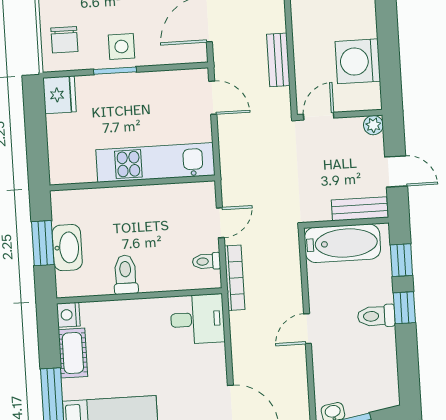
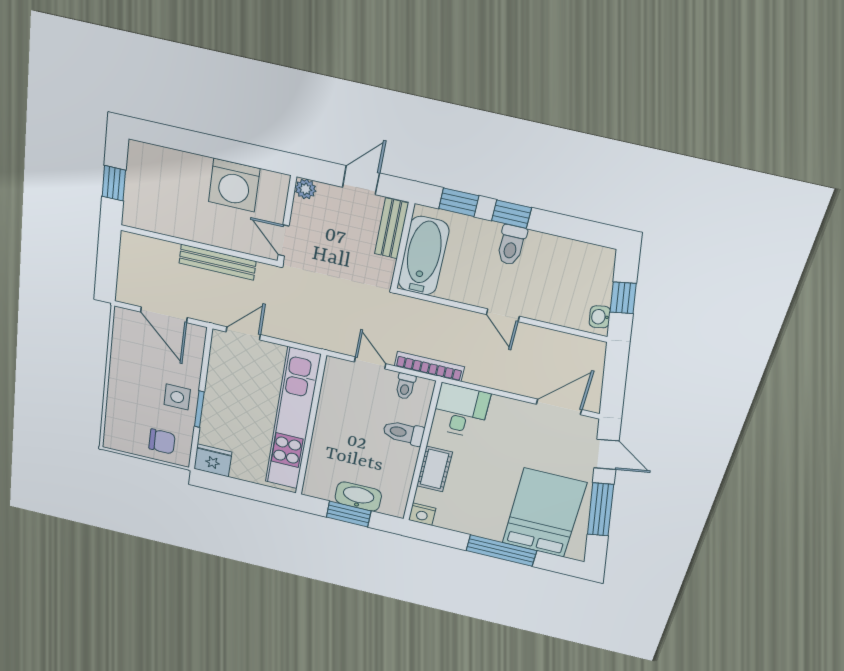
bench: (278, 60) -> (217, 262), width x1.36
kitchen unit: (155, 162) -> (292, 420), width x1.36
toilet: (125, 275) -> (404, 433), moved
cot: (73, 353) -> (434, 469), moved, turned 90

